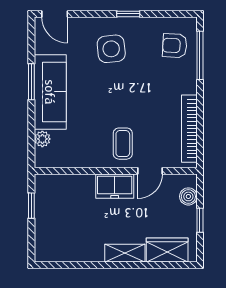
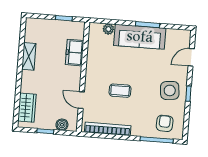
door: (55, 14) -> (191, 57), moved
side table: (111, 49) -> (170, 90), moved
coffee table: (123, 144) -> (120, 91), moved
freezer: (115, 186) -> (75, 53), moved
shelving: (125, 253) -> (29, 56), moved

